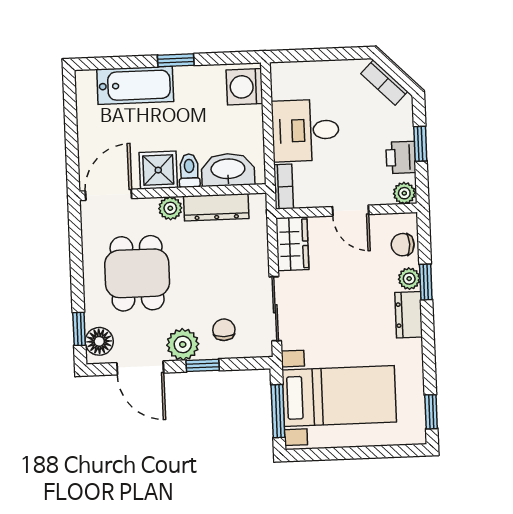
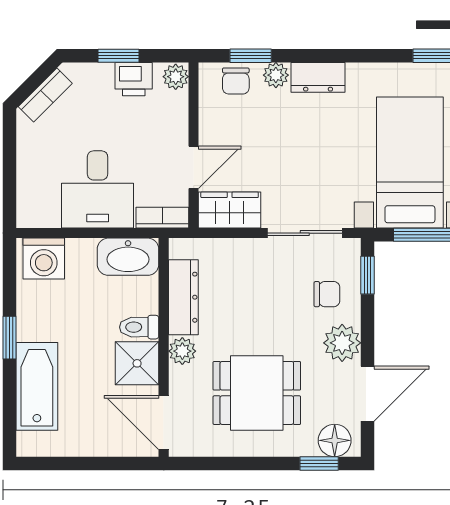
washbasin: (228, 170) -> (128, 257), moved, turned -90
door: (351, 211) -> (194, 167), moved
window: (426, 282) -> (251, 56), moved
chair: (224, 330) -> (327, 294), turned 180
window: (203, 365) -> (368, 275), moved

